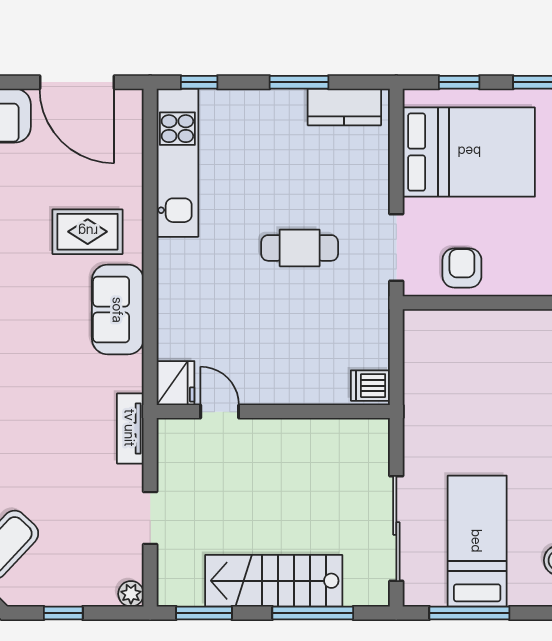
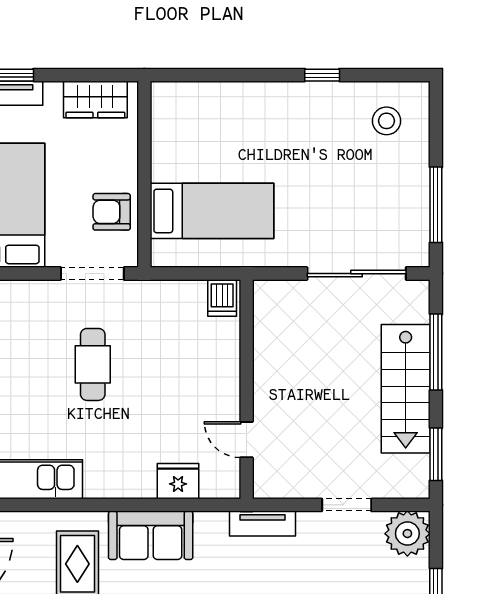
fridge: (176, 383) -> (178, 481), moved
door: (220, 412) -> (247, 440), hinge flipped
bed: (477, 541) -> (212, 211), moved, turned 180
plant: (131, 594) -> (407, 534), width x1.88, depth x1.88

